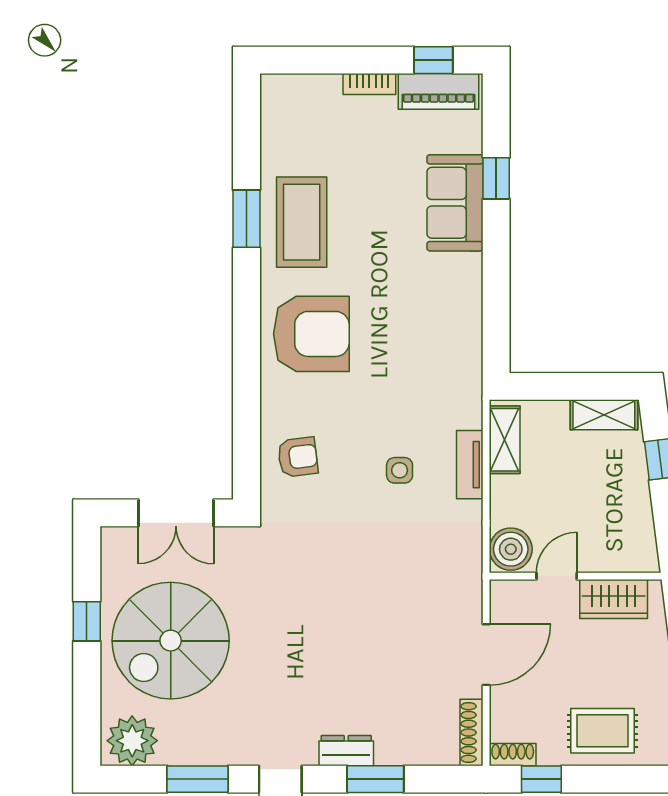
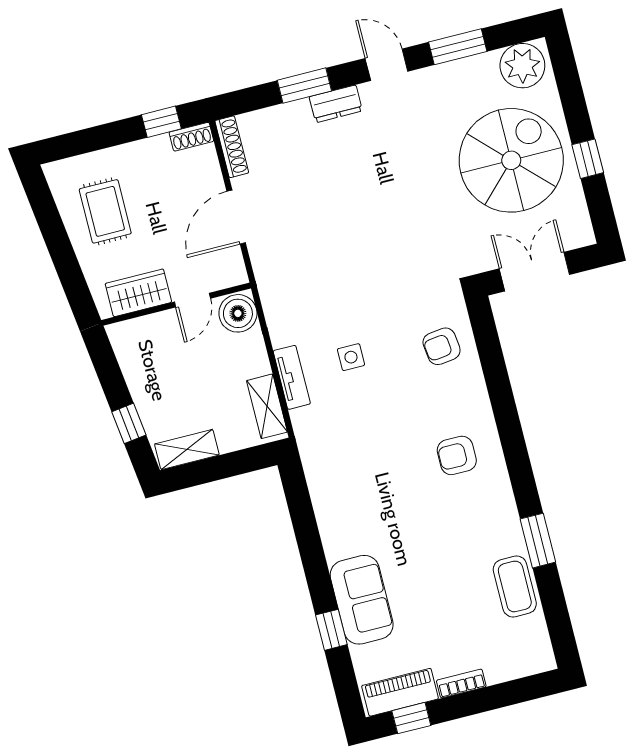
coffee table: (302, 222) -> (515, 586), moved, width x0.73, depth x0.76
armchair: (311, 334) -> (457, 455), width x0.53, depth x0.53
rug: (602, 731) -> (105, 211), moved, turned 90

